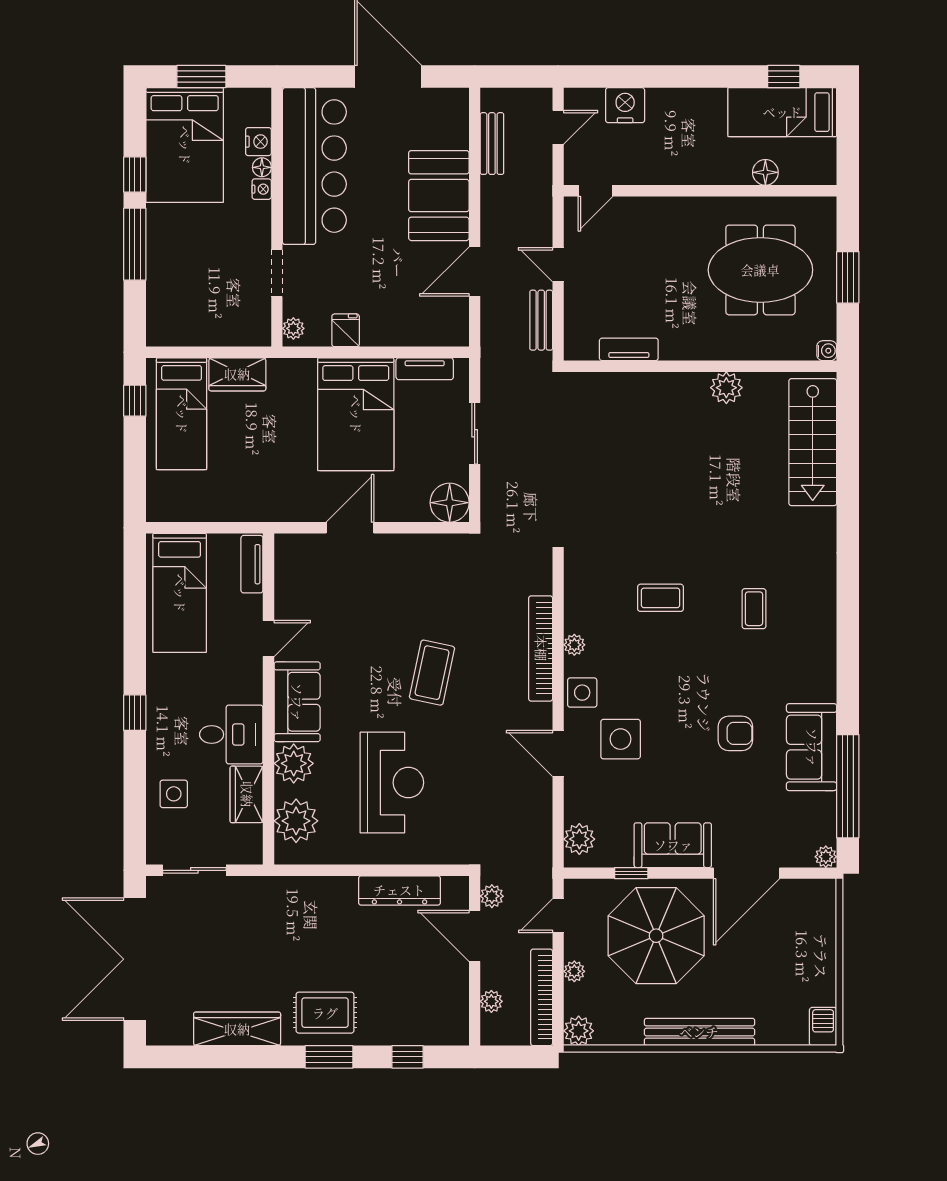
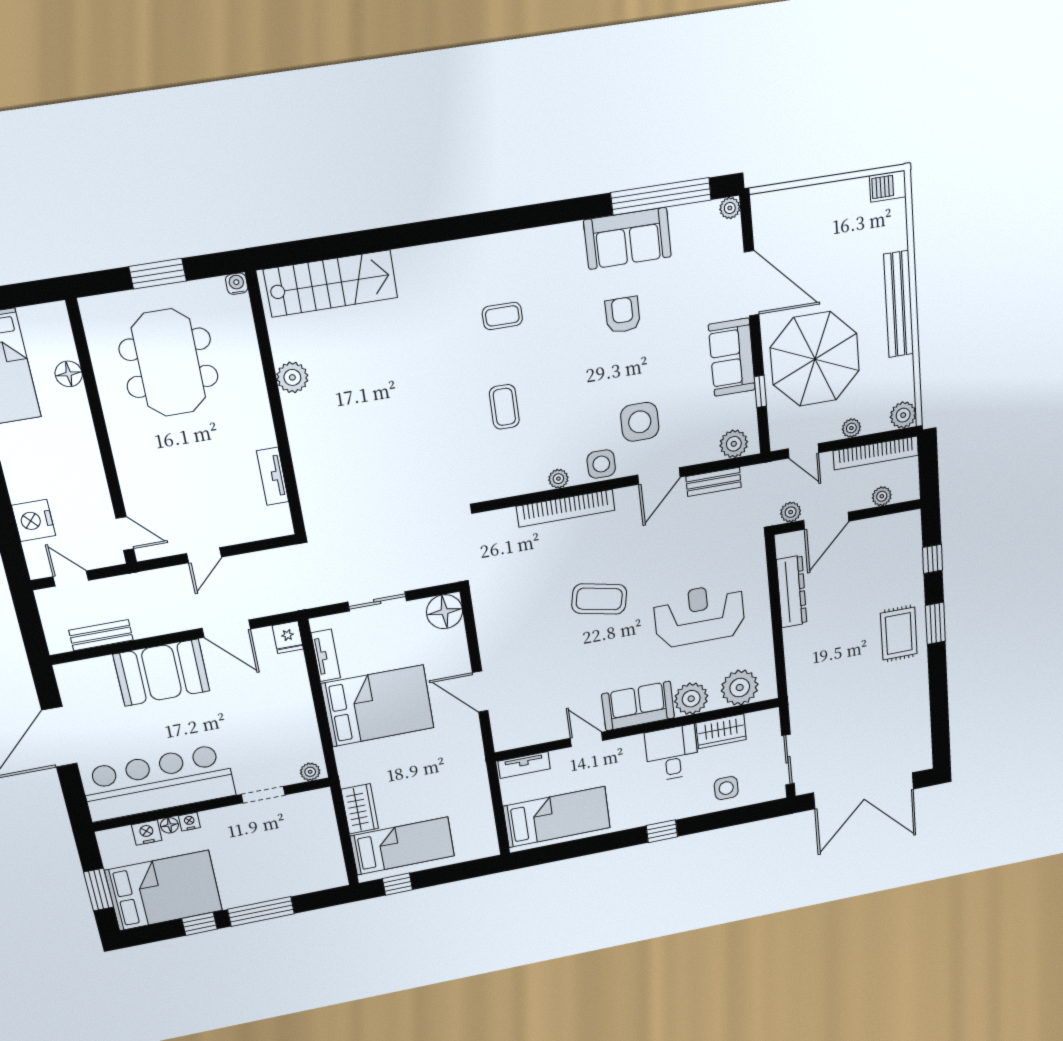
bench: (541, 320) -> (714, 482), moved
fridge: (346, 330) -> (288, 637), moved, turned -90
wardrobe: (237, 1029) -> (916, 701), removed

